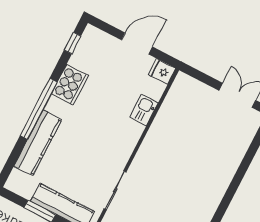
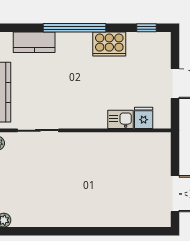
fridge: (162, 72) -> (144, 118), moved
kitchen counter: (38, 143) -> (34, 42), width x0.67

